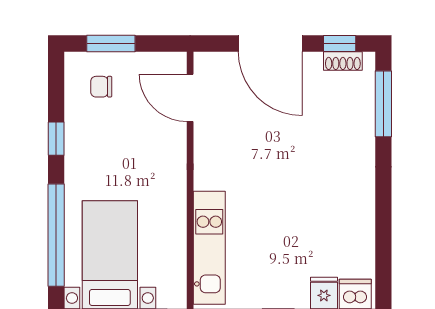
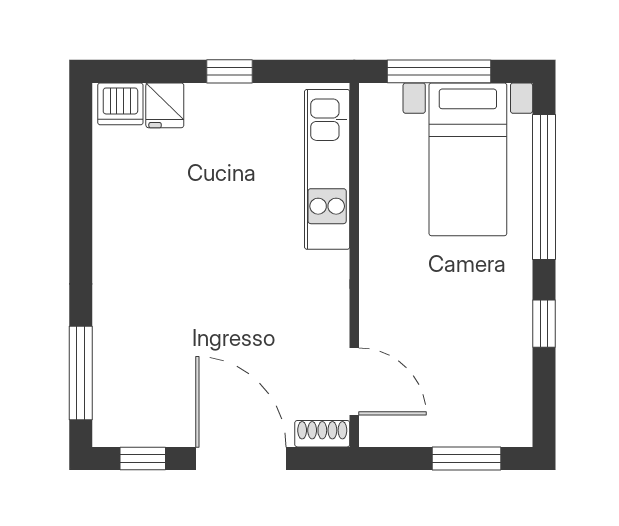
shoe rack: (343, 61) -> (322, 434), moved
chair: (101, 87) -> (480, 397), removed

